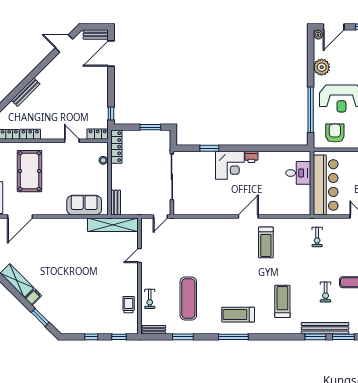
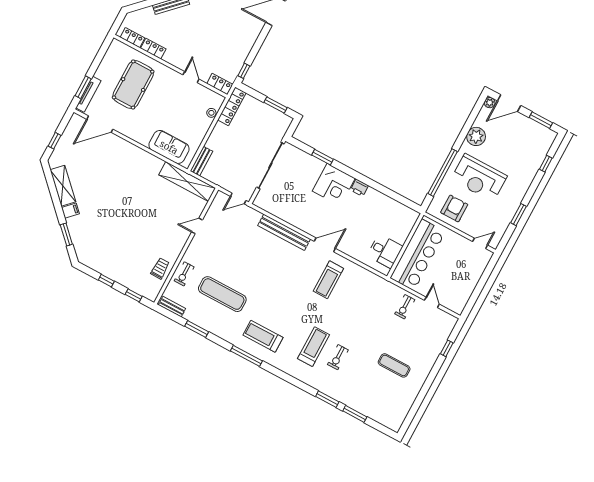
desk: (298, 173) -> (385, 251), moved
exercise bike: (317, 237) -> (405, 307), moved
exercise bike: (326, 292) -> (338, 357), moved
exercise mat: (188, 299) -> (222, 294), turned 90
bench: (325, 328) -> (284, 232), moved

